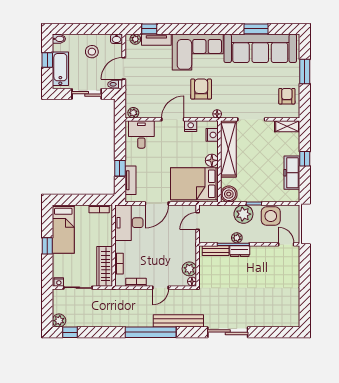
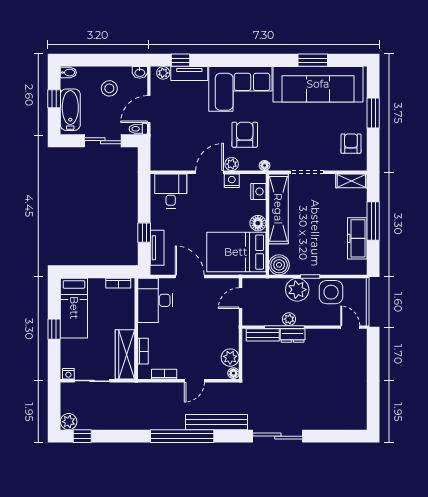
plant: (133, 113) -> (232, 164), moved
window: (305, 159) -> (373, 221), width x2.17
door: (157, 203) -> (190, 277), swing flipped

